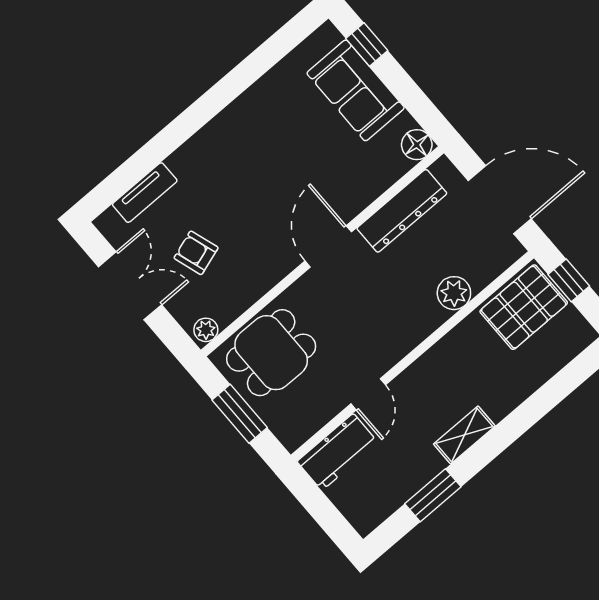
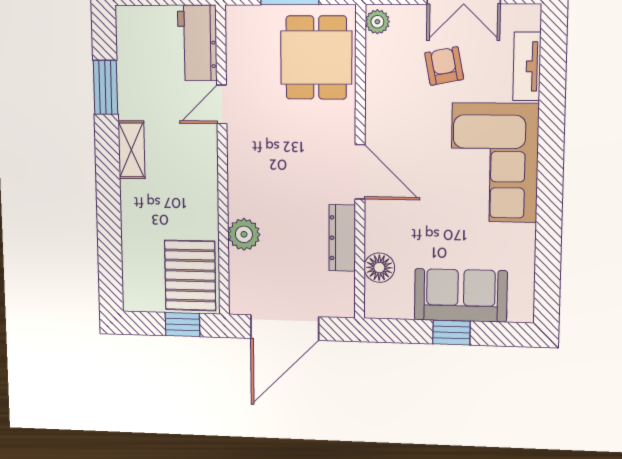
window: (367, 45) -> (451, 333), moved
floor lamp: (417, 145) -> (379, 268), moved
corner sofa: (235, 154) -> (494, 163), added
dresser: (402, 211) -> (342, 238), width x0.73, depth x0.80
armchair: (196, 253) -> (444, 66), turned -83
door: (368, 394) -> (222, 104), hinge flipped

